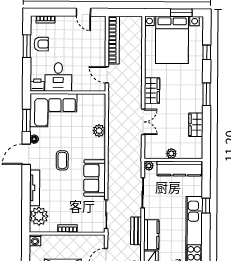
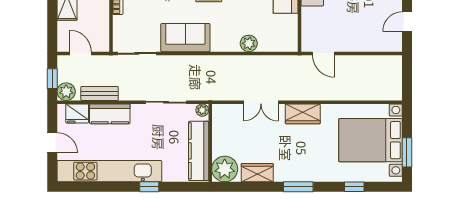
bookcase: (114, 40) -> (370, 62), removed
door: (107, 75) -> (323, 53), swing flipped
plant: (171, 154) -> (225, 169), moved, width x1.87, depth x1.87
bench: (136, 231) -> (100, 93), moved

